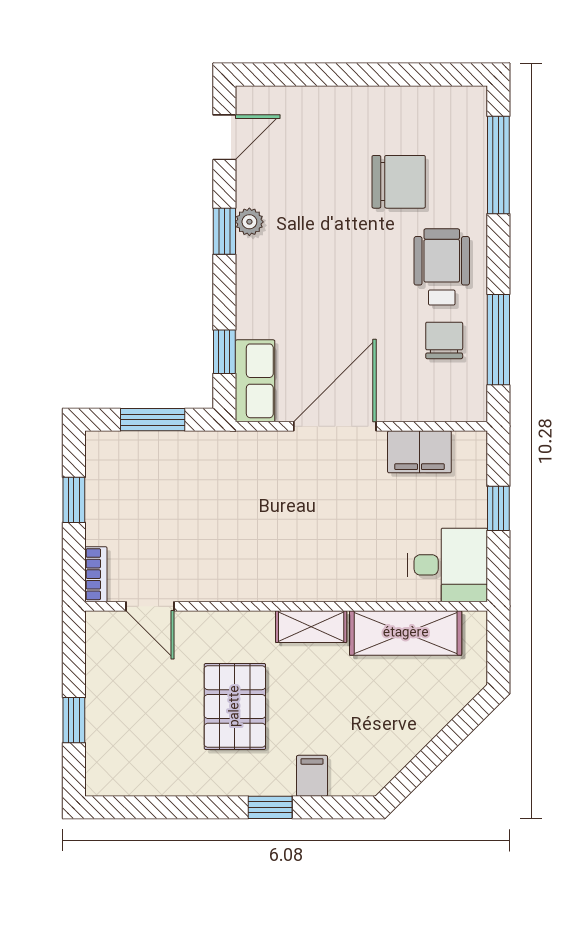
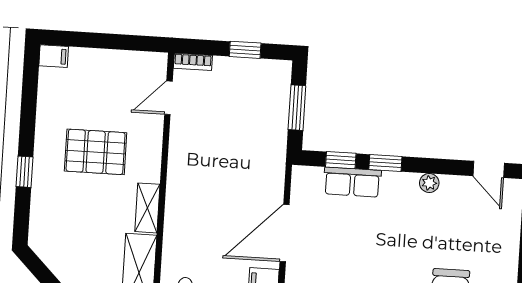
window: (224, 231) -> (385, 163), moved
row of seats: (255, 381) -> (352, 182), moved
door: (335, 426) -> (285, 233), swing flipped
window: (74, 720) -> (93, 40), removed
filing cabinet: (312, 776) -> (54, 56), moved

